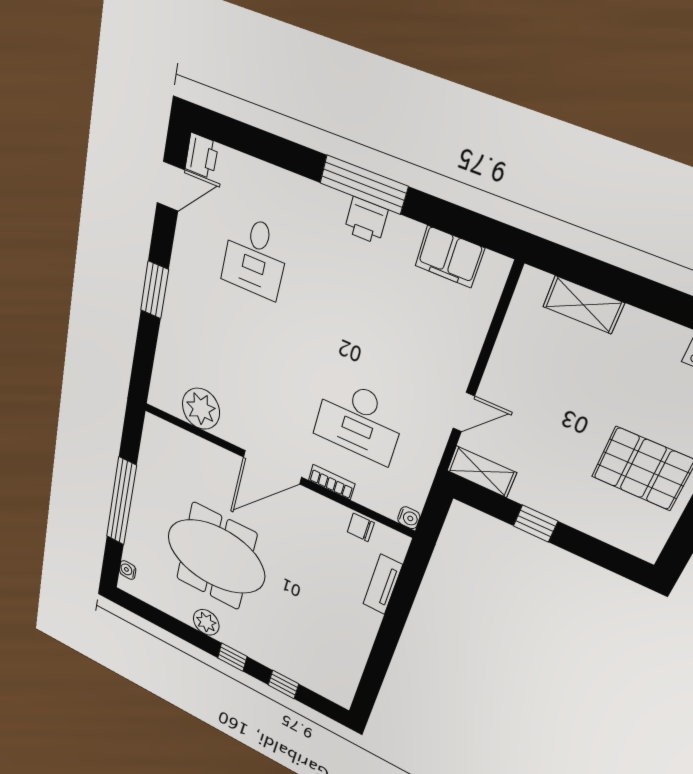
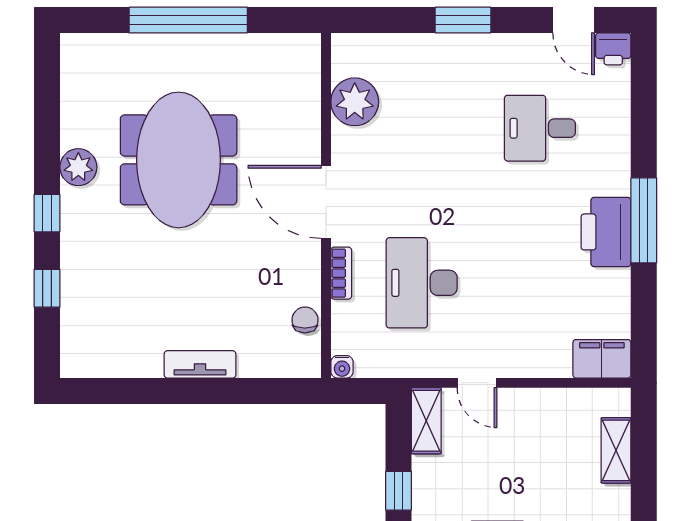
printer: (366, 221) -> (606, 232), width x1.87, depth x1.48
filing cabinet: (449, 257) -> (602, 359), moved, turned 90
water cooler: (128, 570) -> (95, 45), removed
tv unit: (383, 584) -> (200, 364), moved

